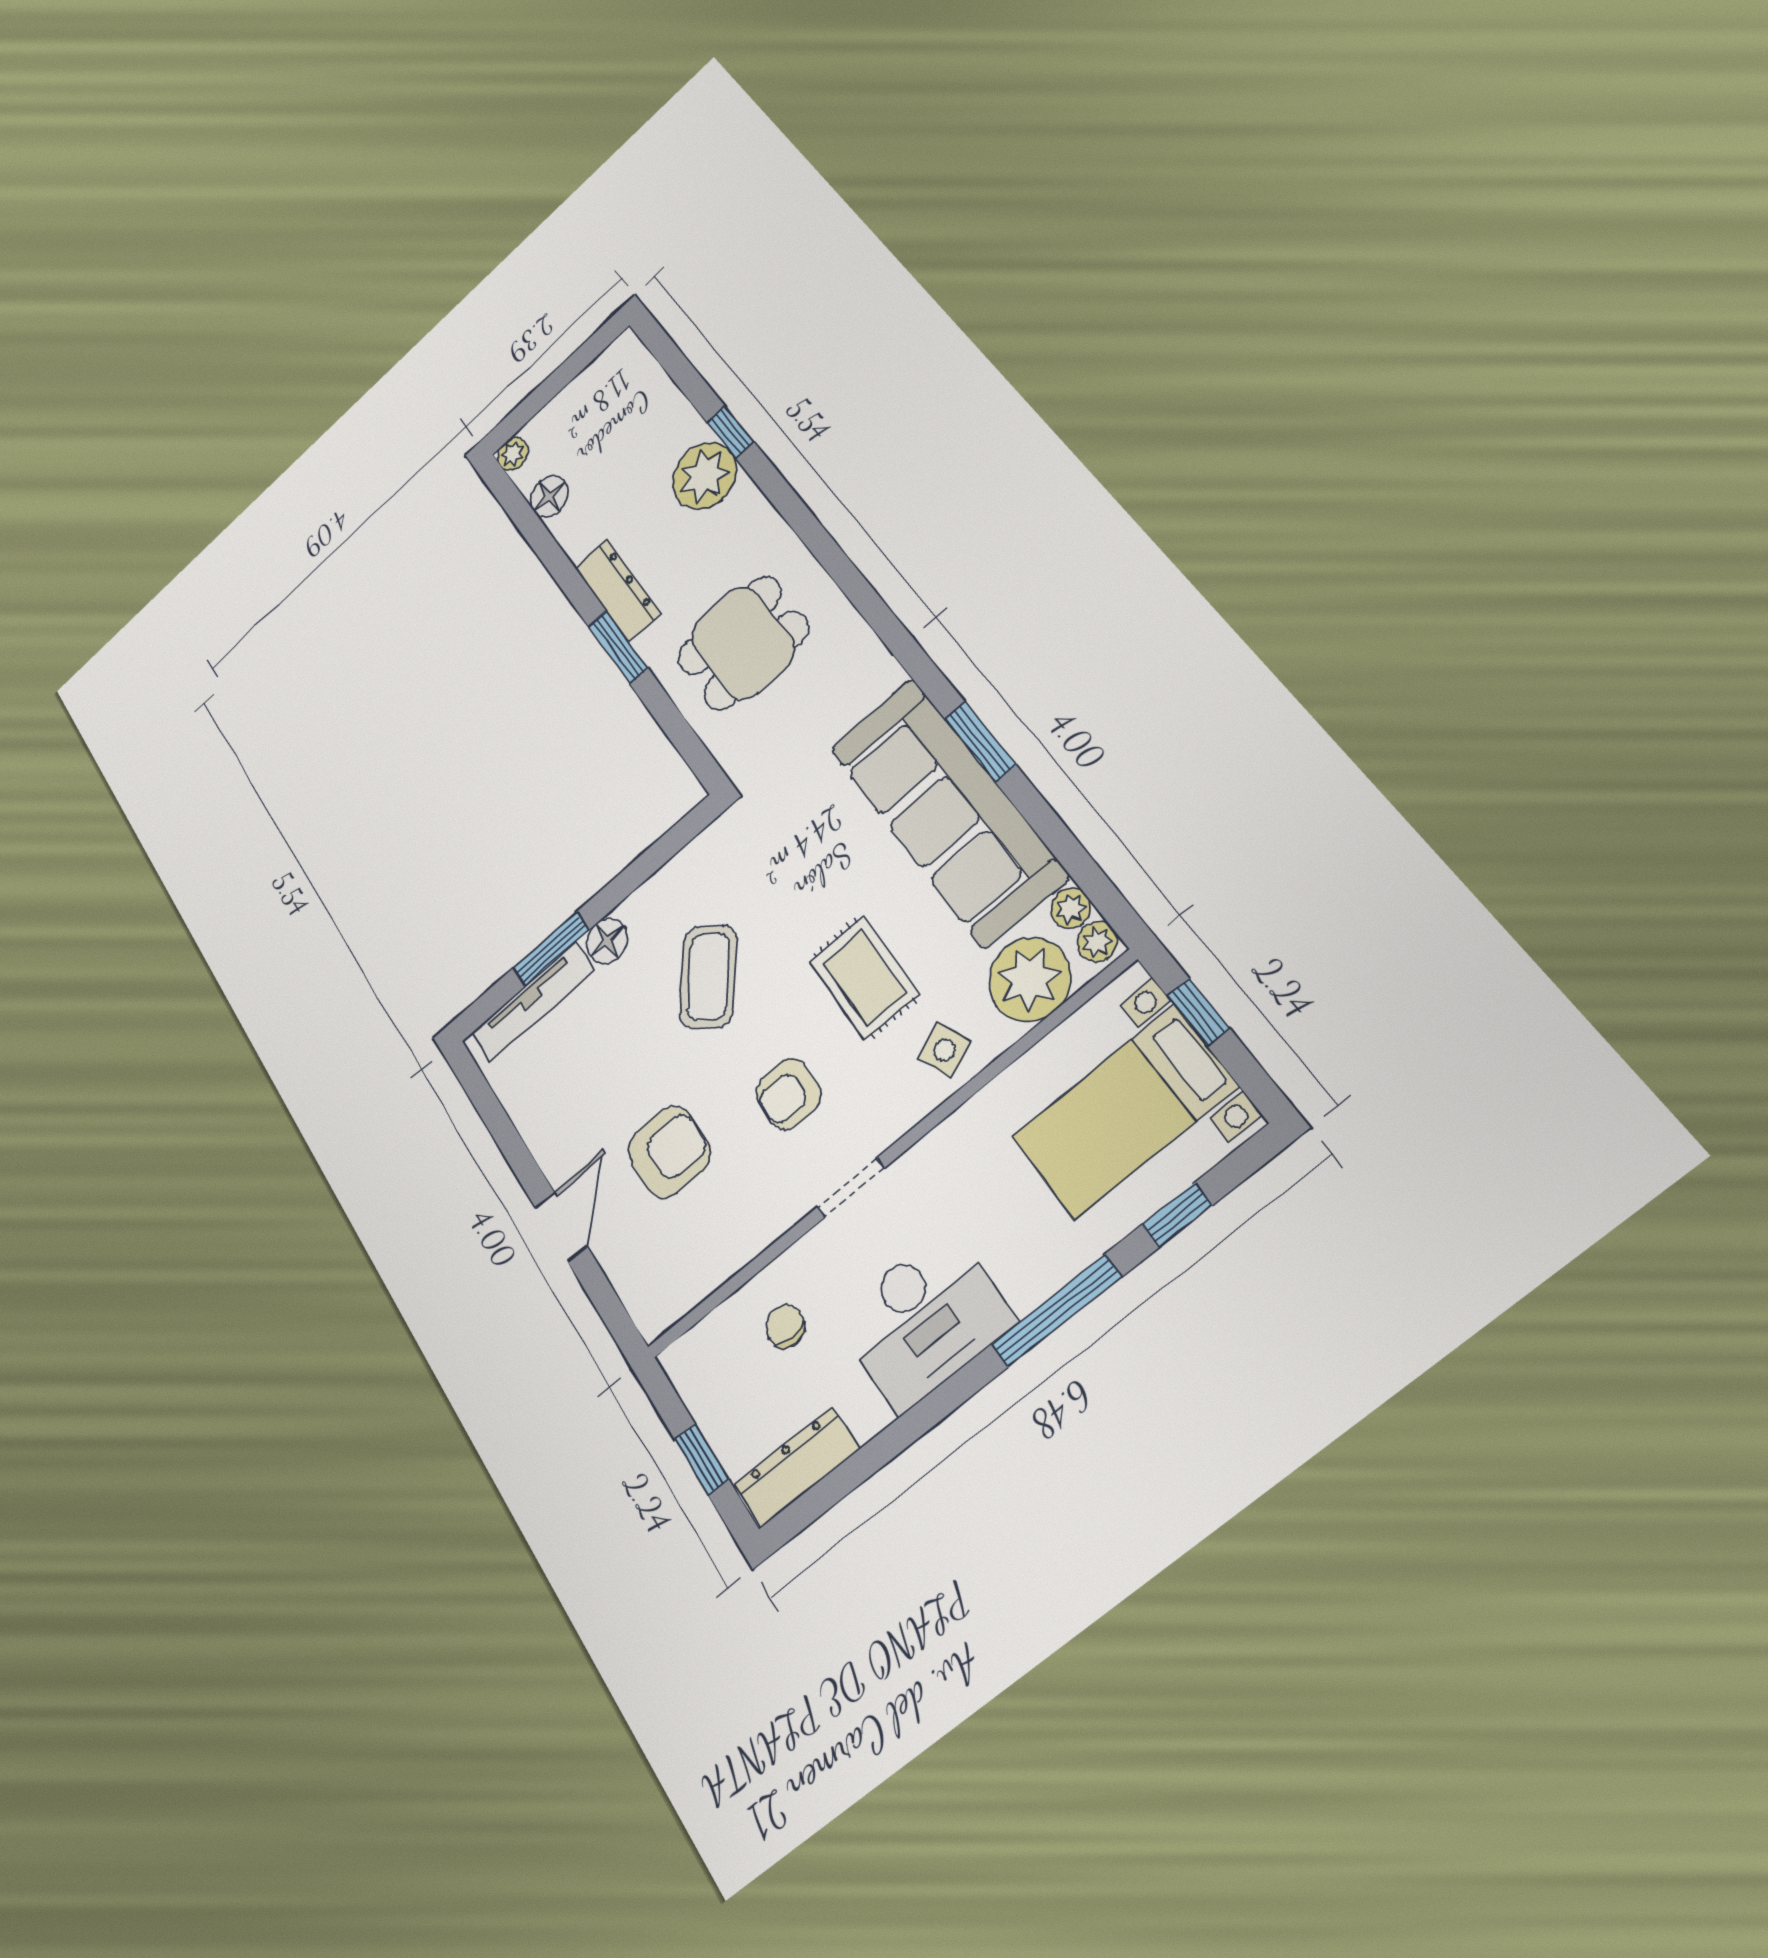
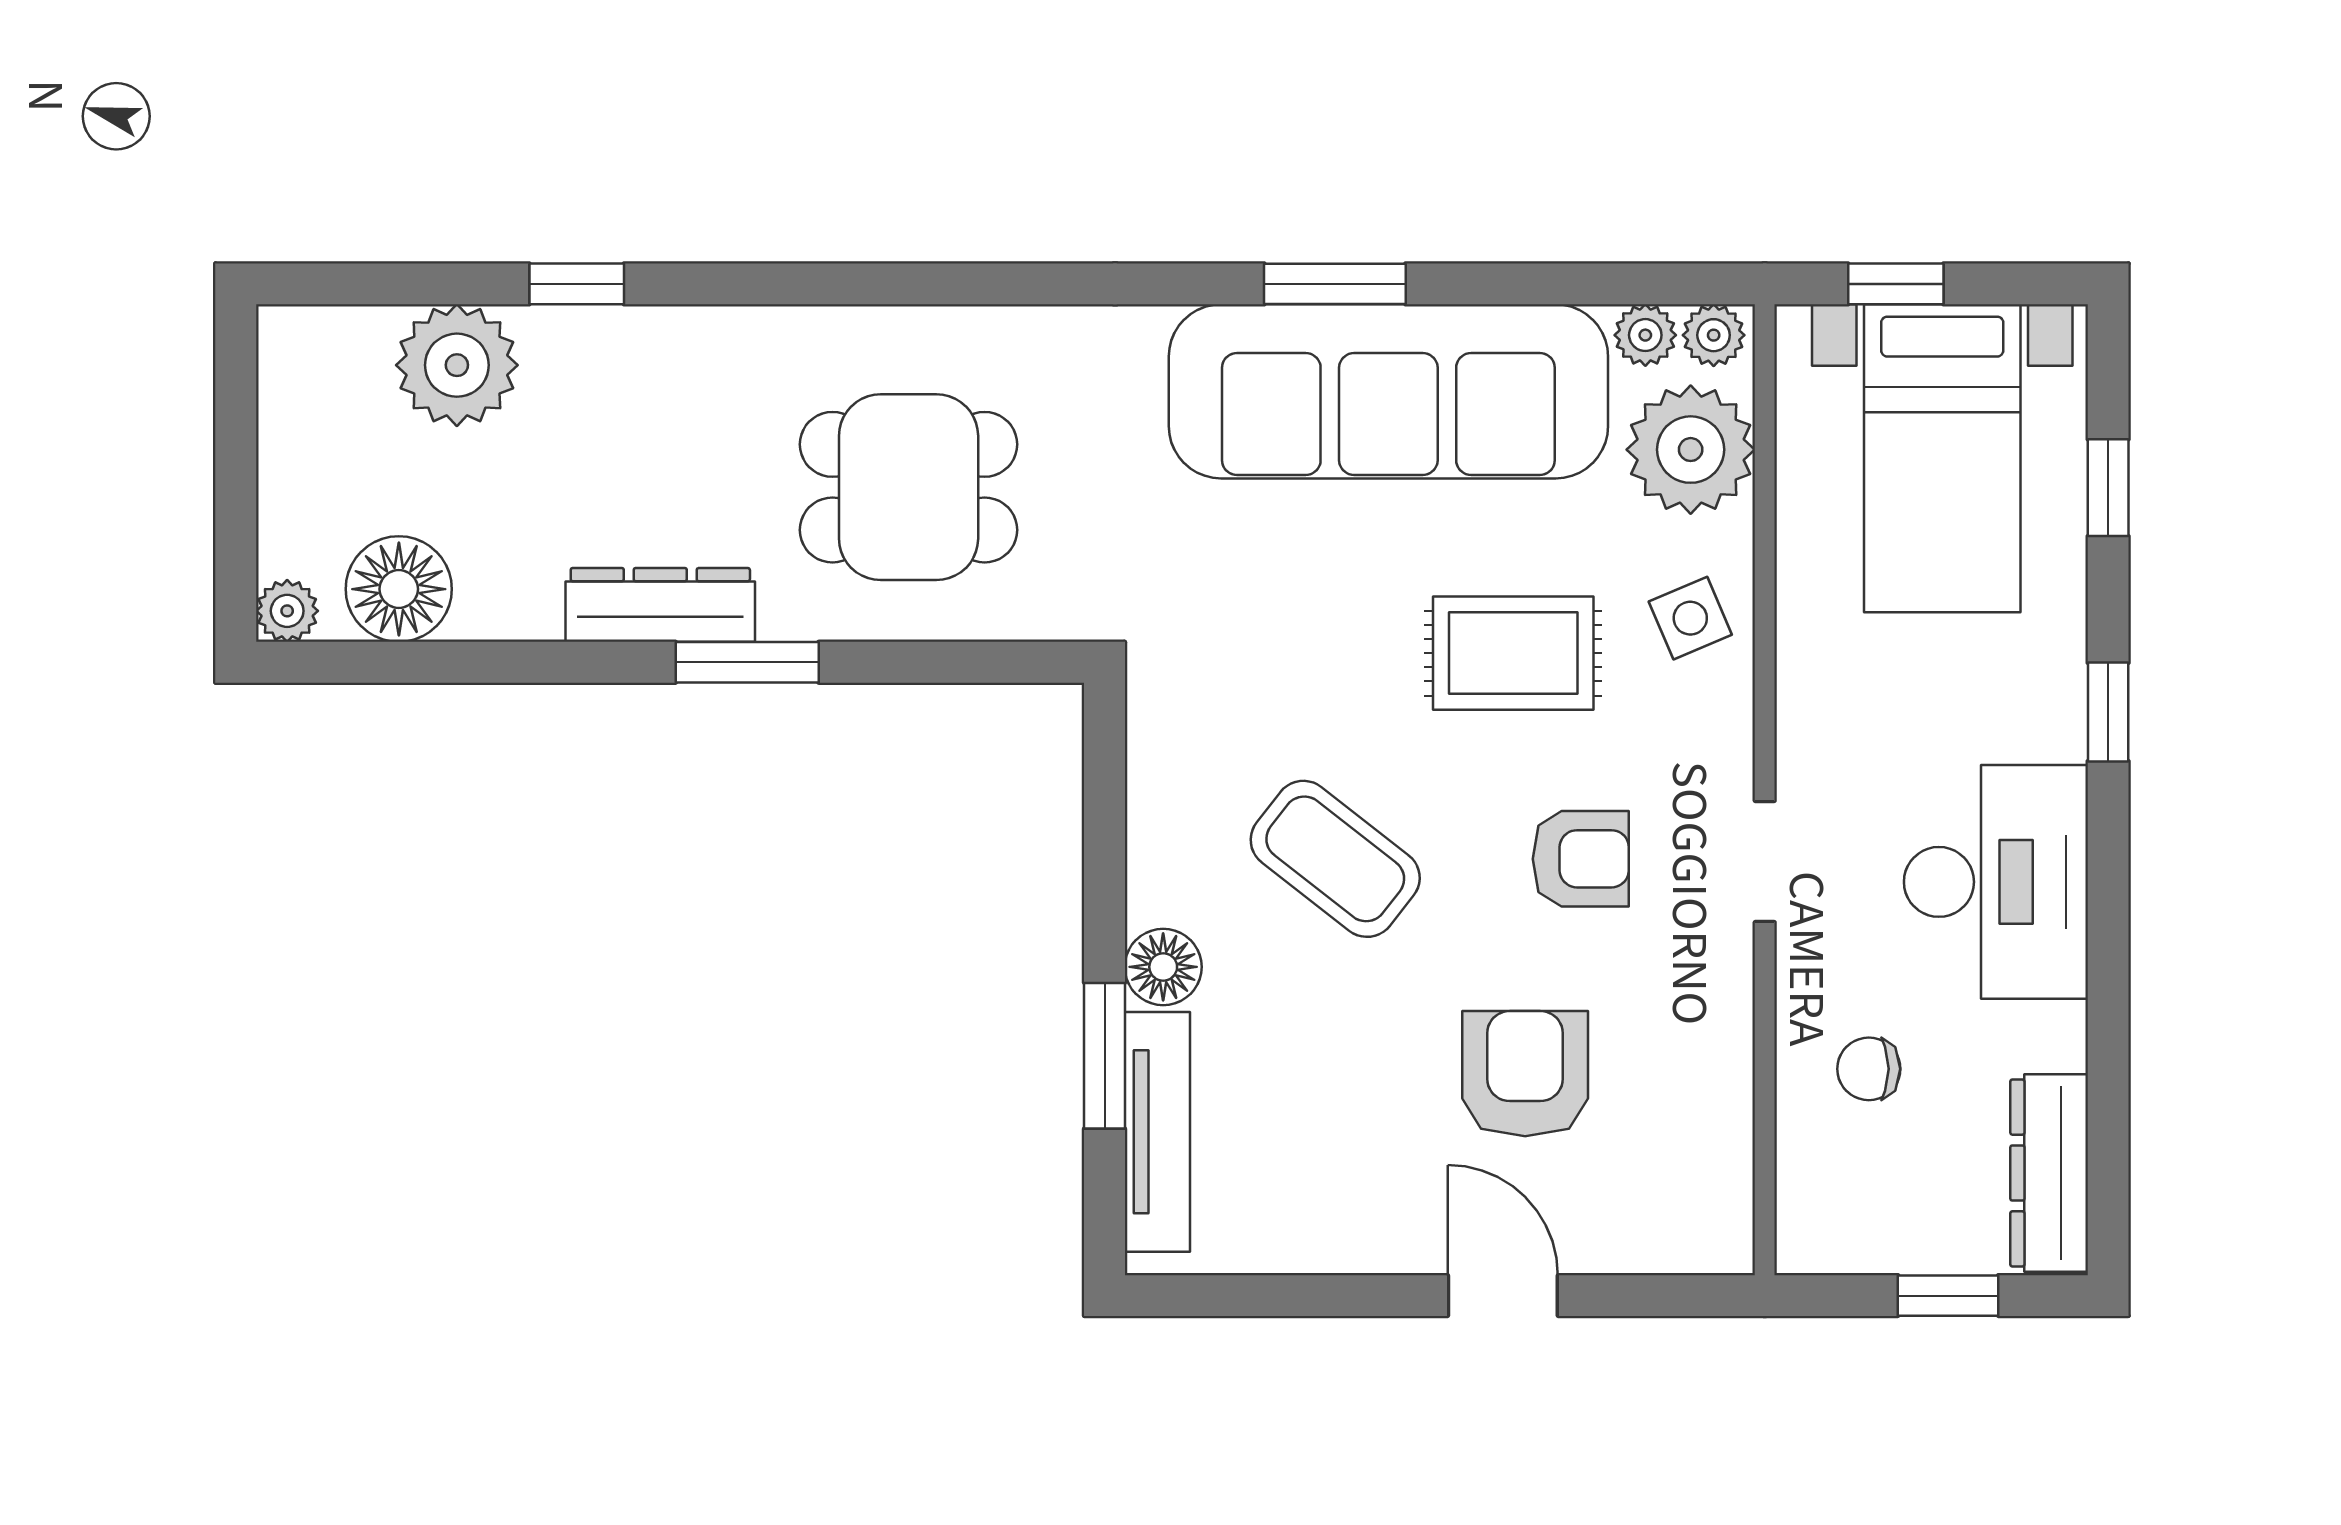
plant: (704, 476) -> (457, 365), moved
floor lamp: (549, 497) -> (399, 589), width x1.38, depth x1.38
dining table: (743, 643) -> (909, 487), turned 90
armchair: (788, 1094) -> (1581, 859), turned -90
window: (1056, 1311) -> (2108, 712), width x0.46

